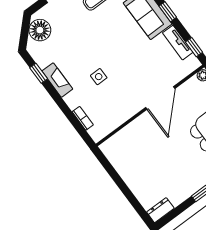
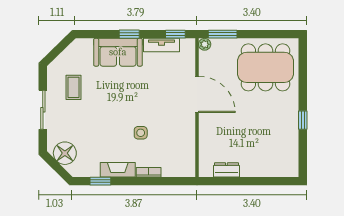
bookcase: (83, 118) -> (149, 172), moved
dresser: (160, 210) -> (226, 170), moved, turned 90

